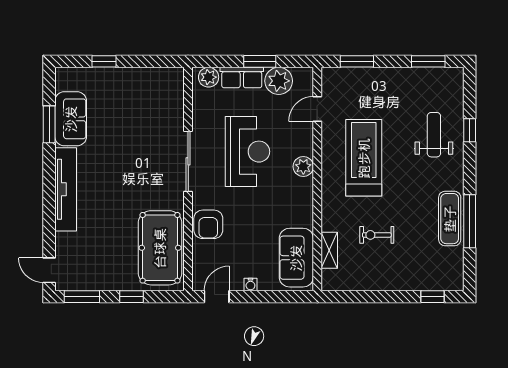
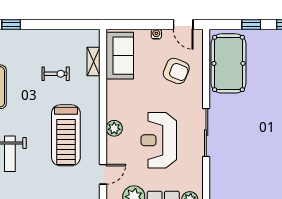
armchair: (208, 224) -> (176, 71), moved, turned 112
door: (217, 297) -> (183, 25), hinge flipped

